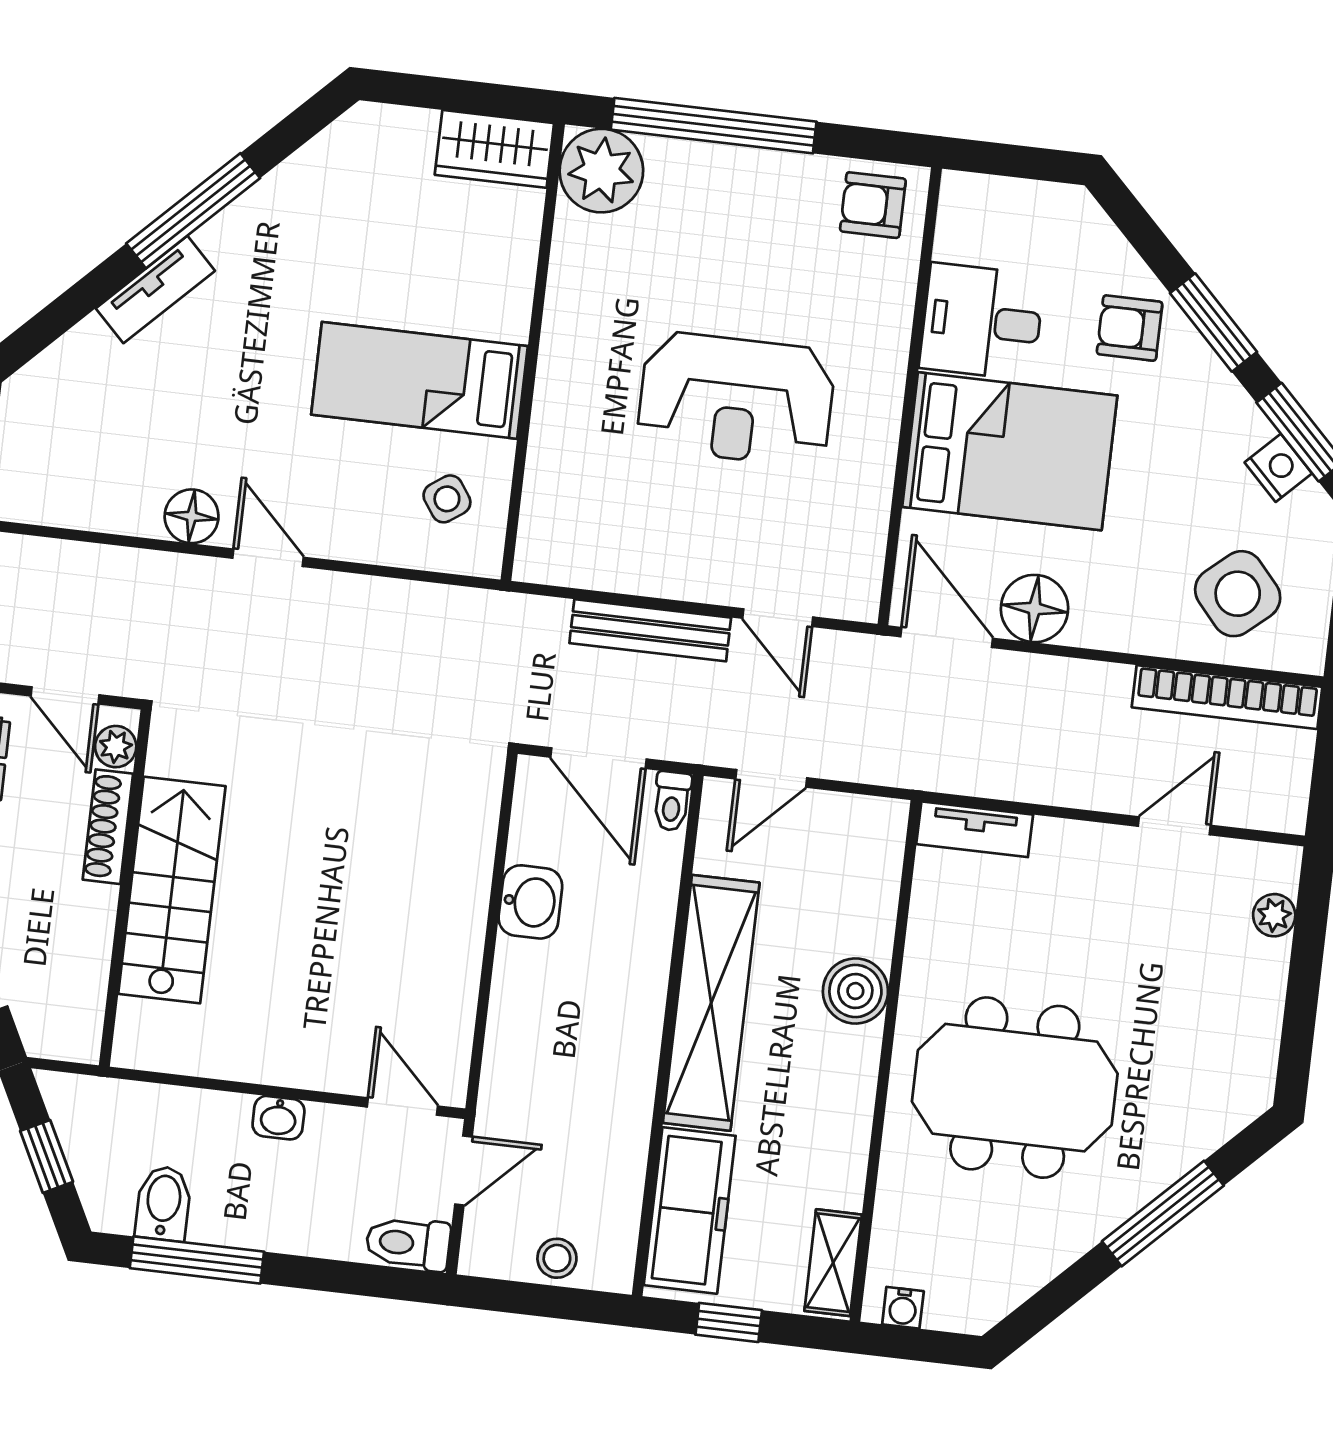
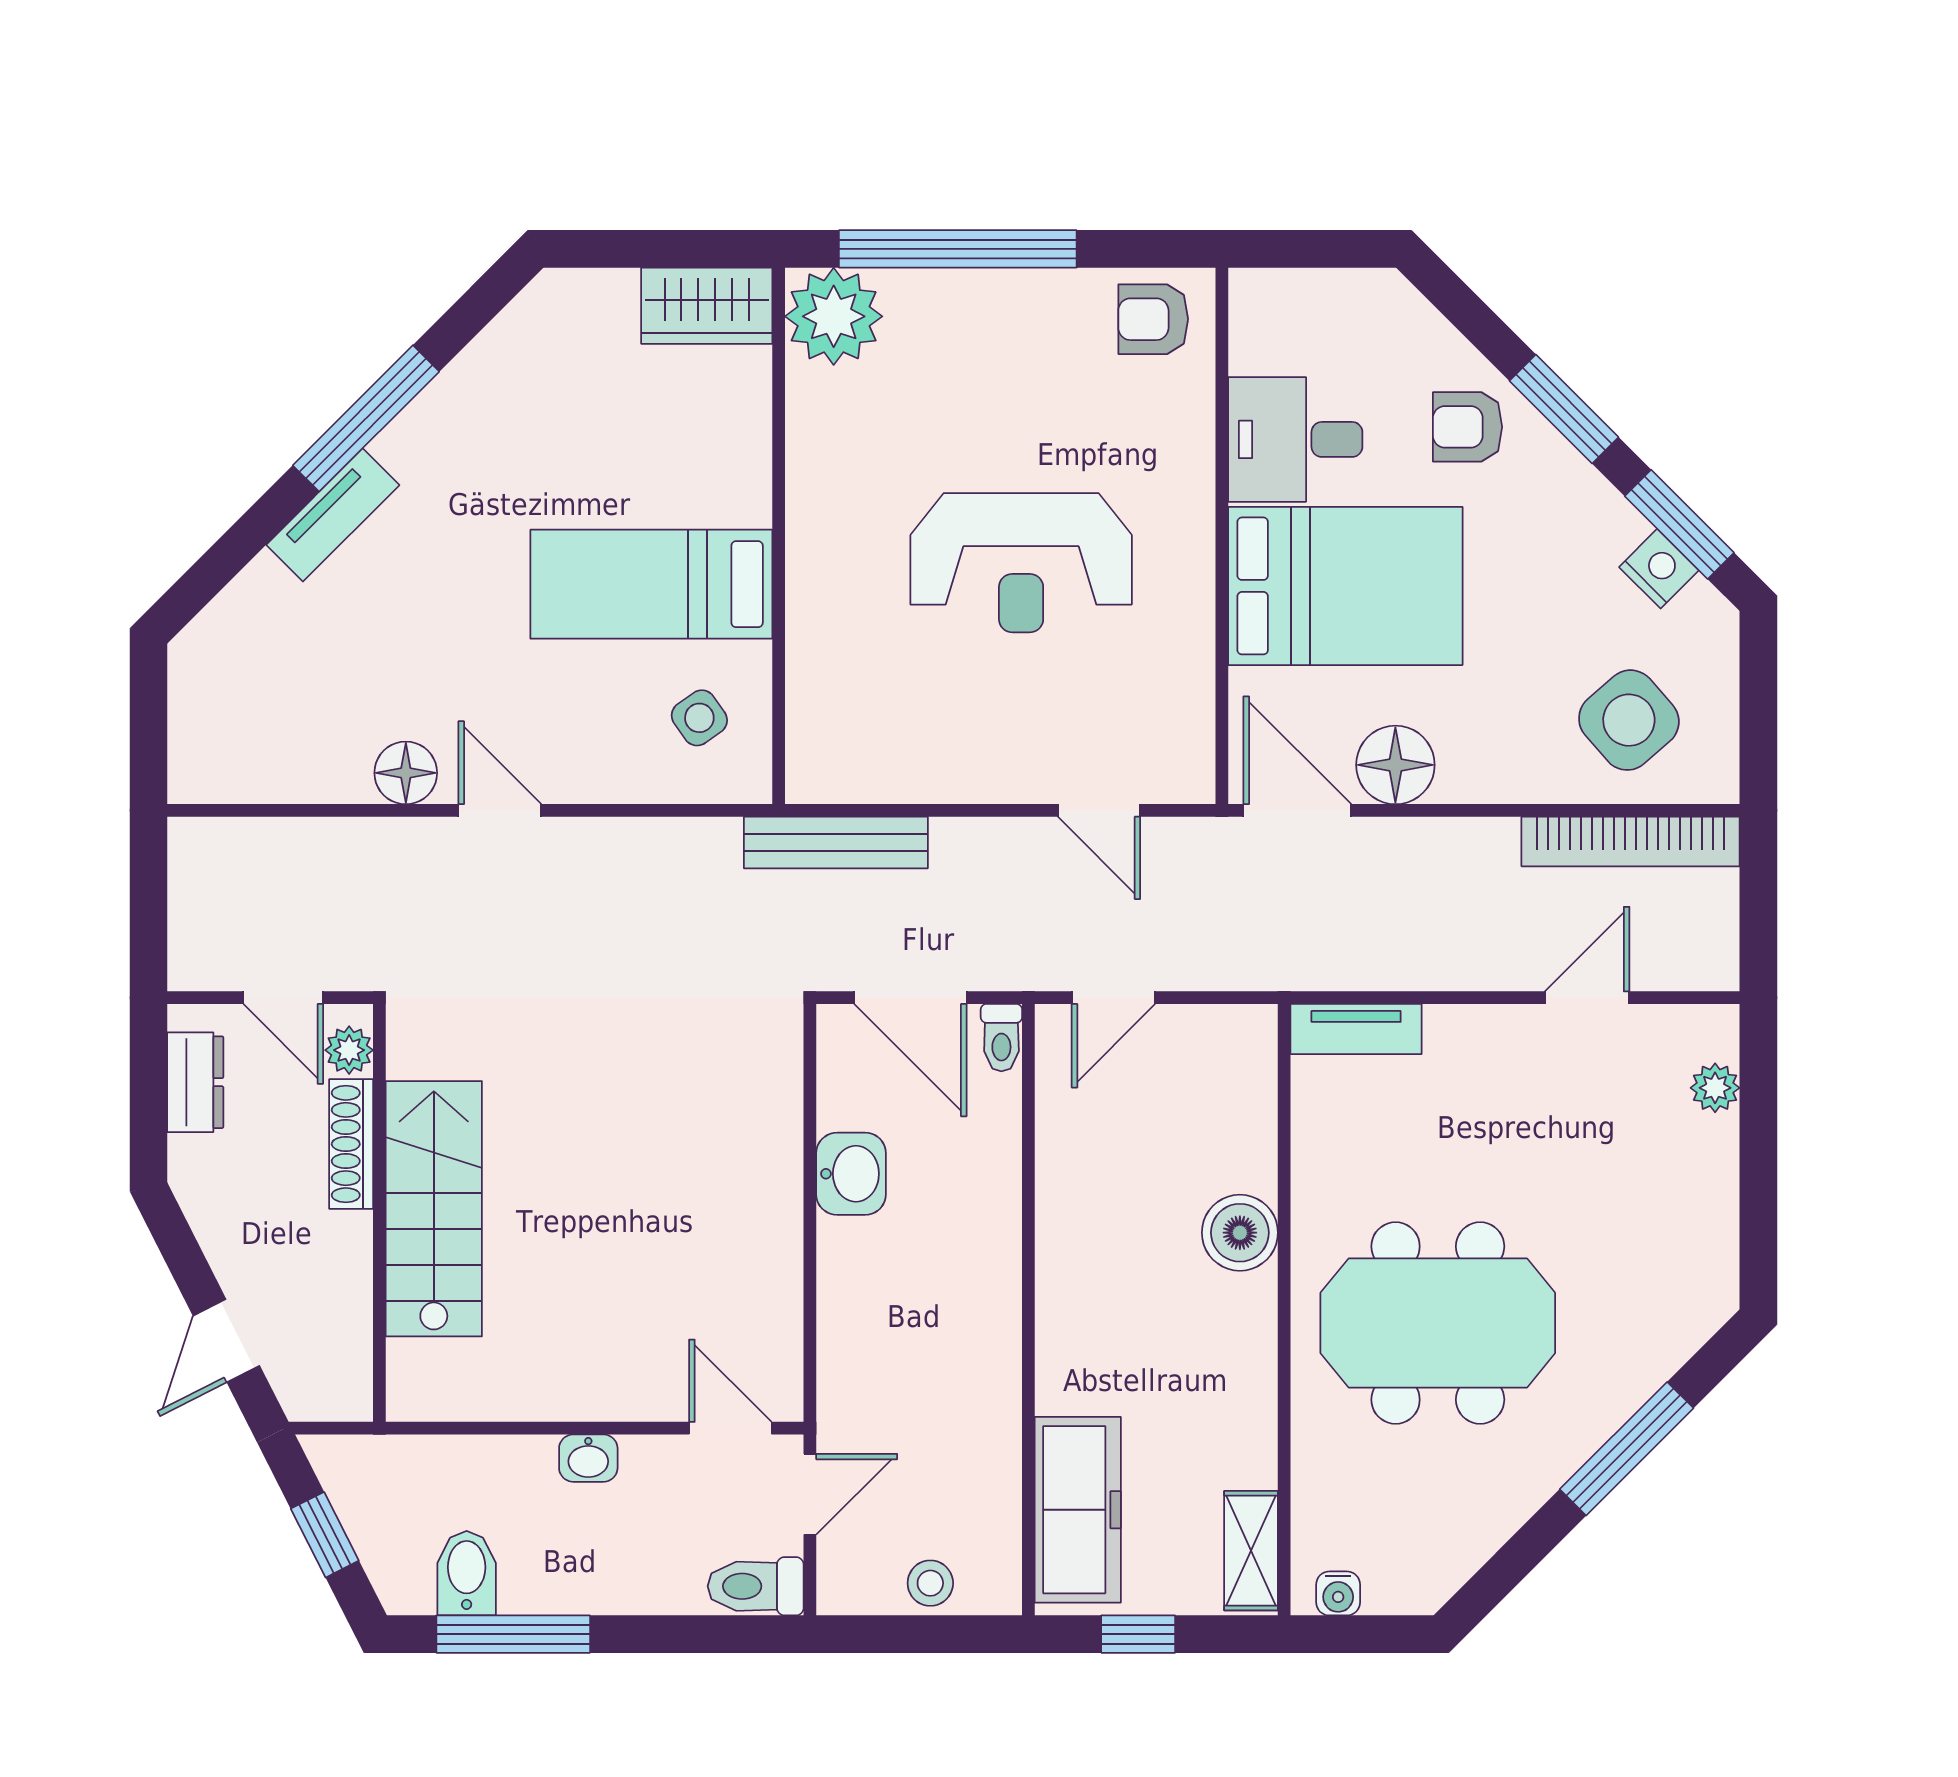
bench: (650, 630) -> (836, 843), moved
shelving: (711, 1003) -> (1074, 1266), removed

